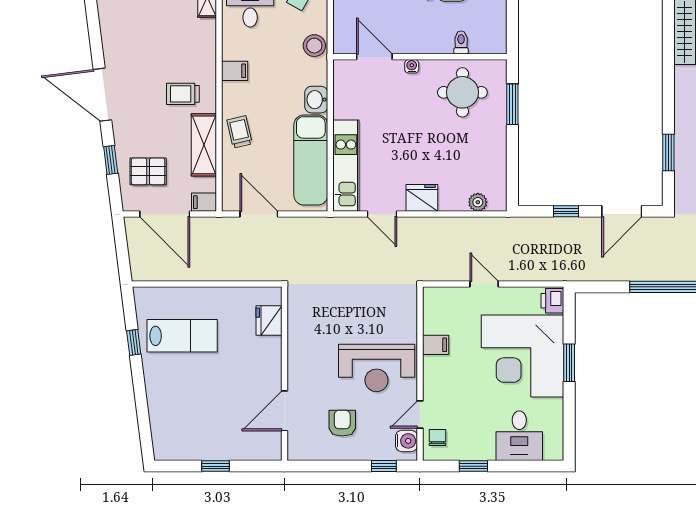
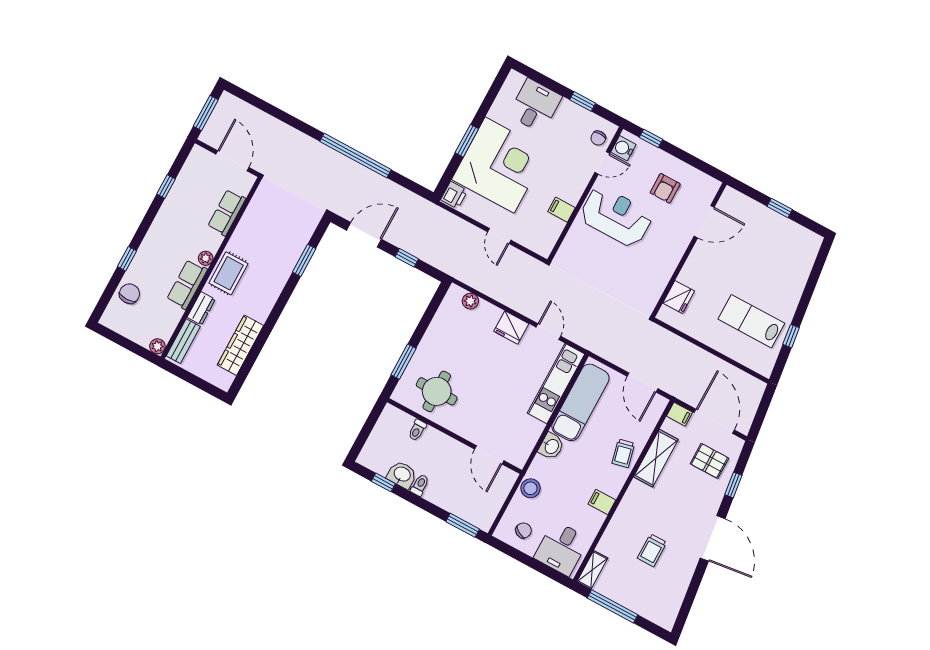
water cooler: (412, 66) -> (465, 432), removed
trolley: (183, 94) -> (652, 550), moved, turned 90

